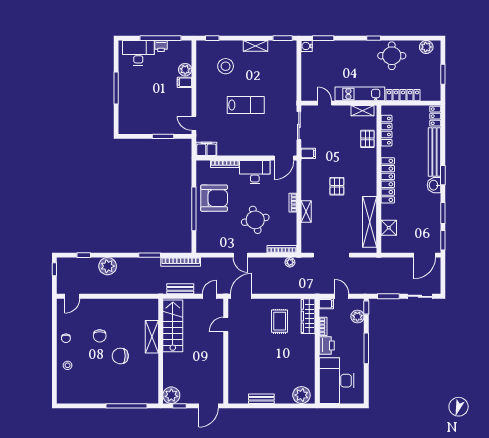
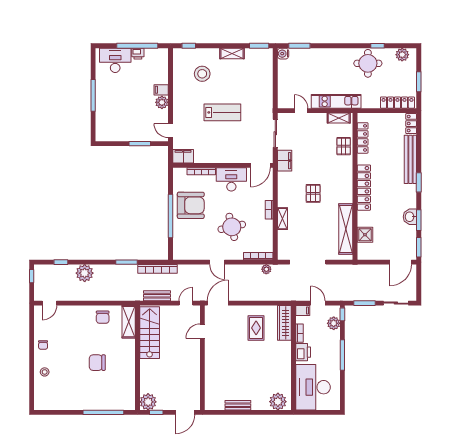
window: (374, 38) -> (377, 46), moved
plant: (185, 70) -> (162, 102), moved
locker: (403, 95) -> (397, 103), moved
filing cabinet: (308, 153) -> (285, 161), width x2.00
washbasin: (434, 185) -> (410, 217), moved
chair: (100, 336) -> (103, 317), moved
shelving: (152, 337) -> (129, 322), moved

